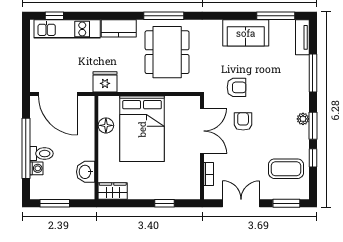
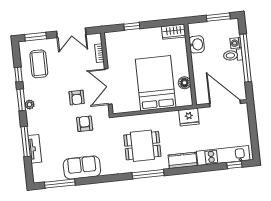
tv unit: (302, 37) -> (35, 149), moved
dining table: (167, 52) -> (142, 146), width x0.73
armchair: (237, 87) -> (85, 124), turned 90
coffee table: (286, 169) -> (39, 64), turned 90

